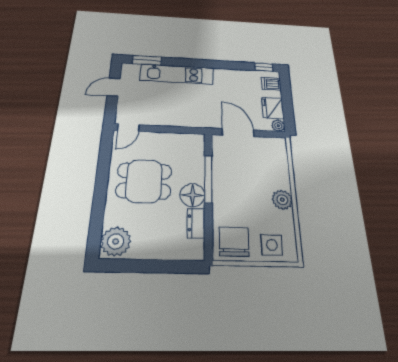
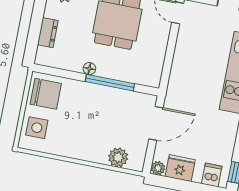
floor lamp: (192, 195) -> (89, 69), width x0.53, depth x0.53
plant: (282, 200) -> (118, 157), moved
dresser: (196, 223) -> (48, 33), moved, turned 90

